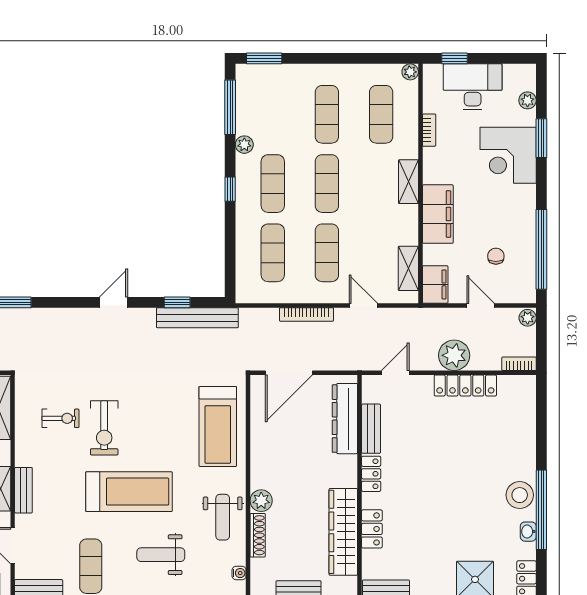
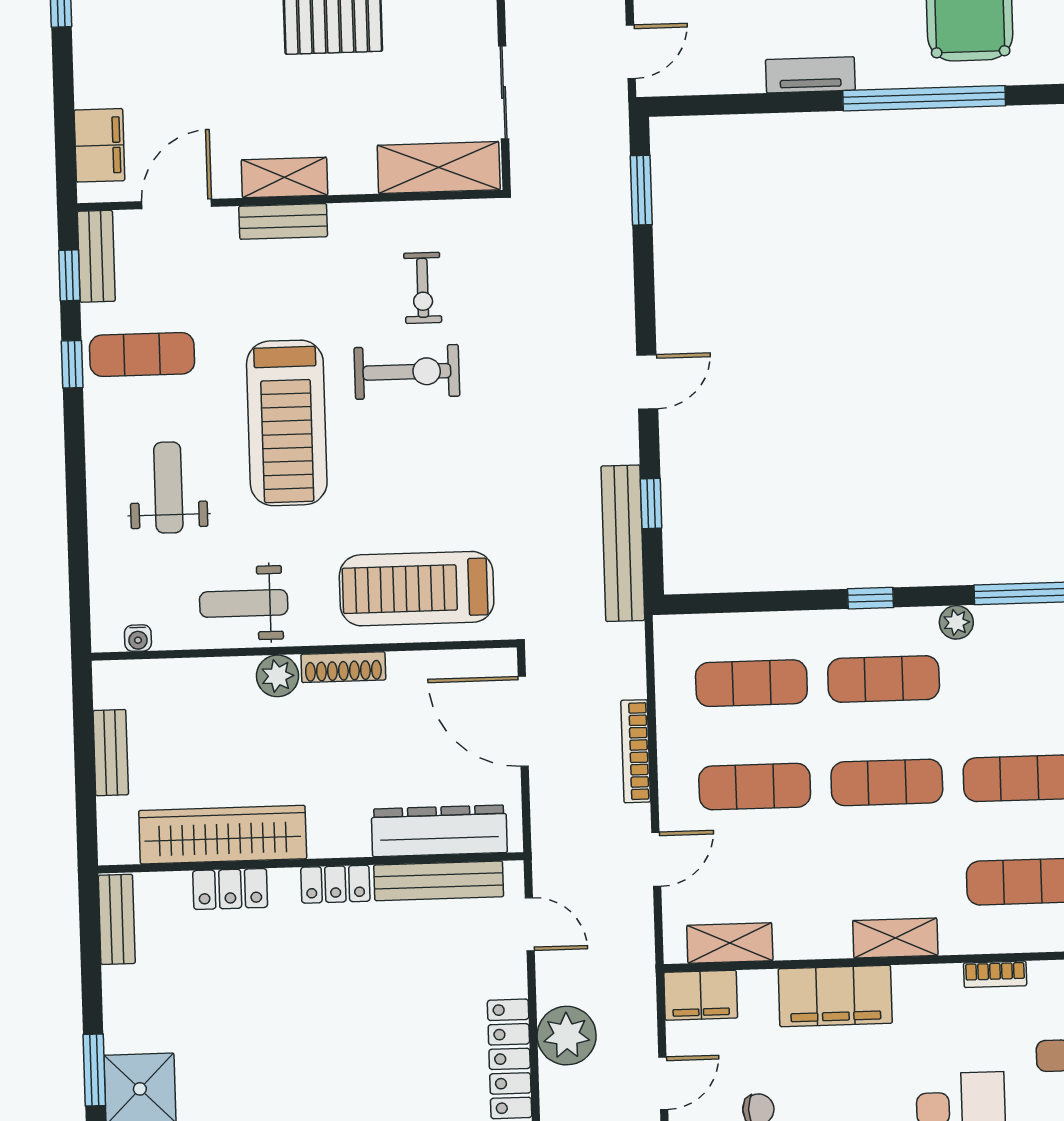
door: (113, 302) -> (647, 382), hinge flipped
exercise bike: (104, 428) -> (407, 372), turned 180
bench: (371, 429) -> (439, 881), width x1.36
shoe rack: (258, 535) -> (343, 667), moved

